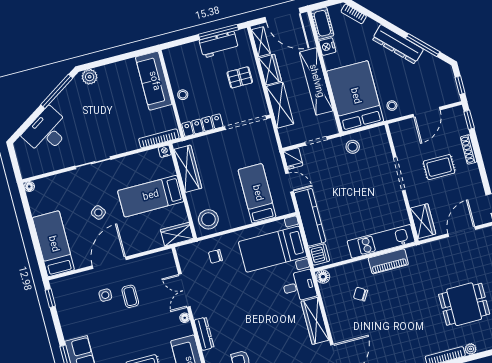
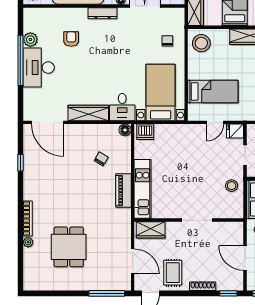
rug: (439, 167) -> (173, 273), moved
kitchen counter: (310, 217) -> (180, 132), removed

